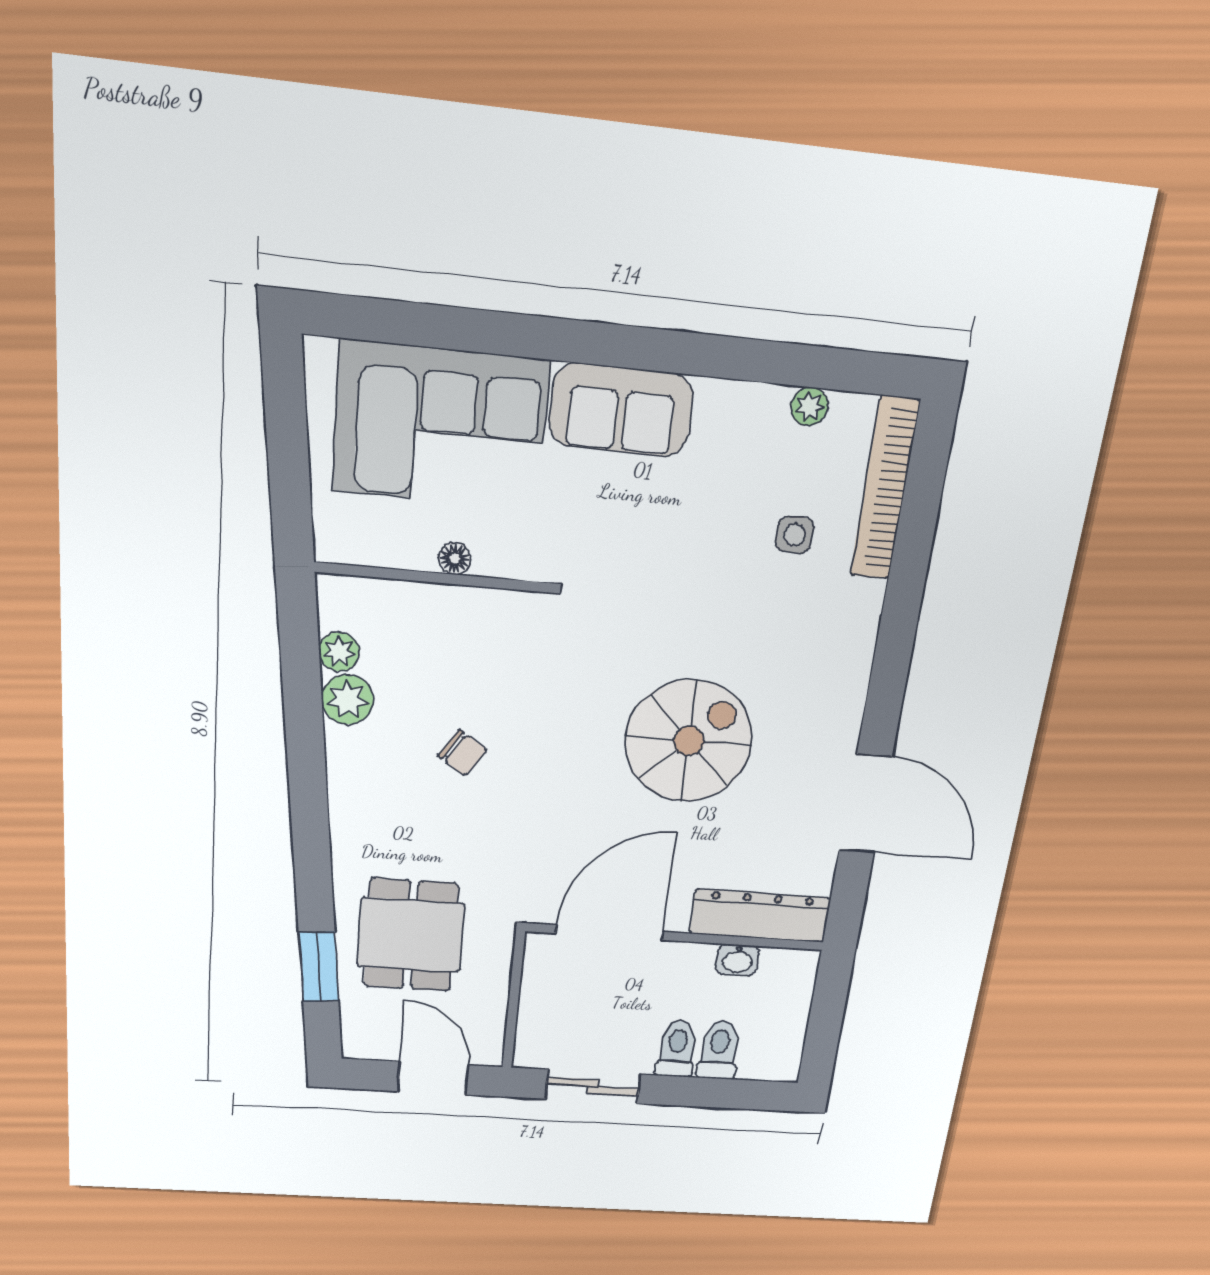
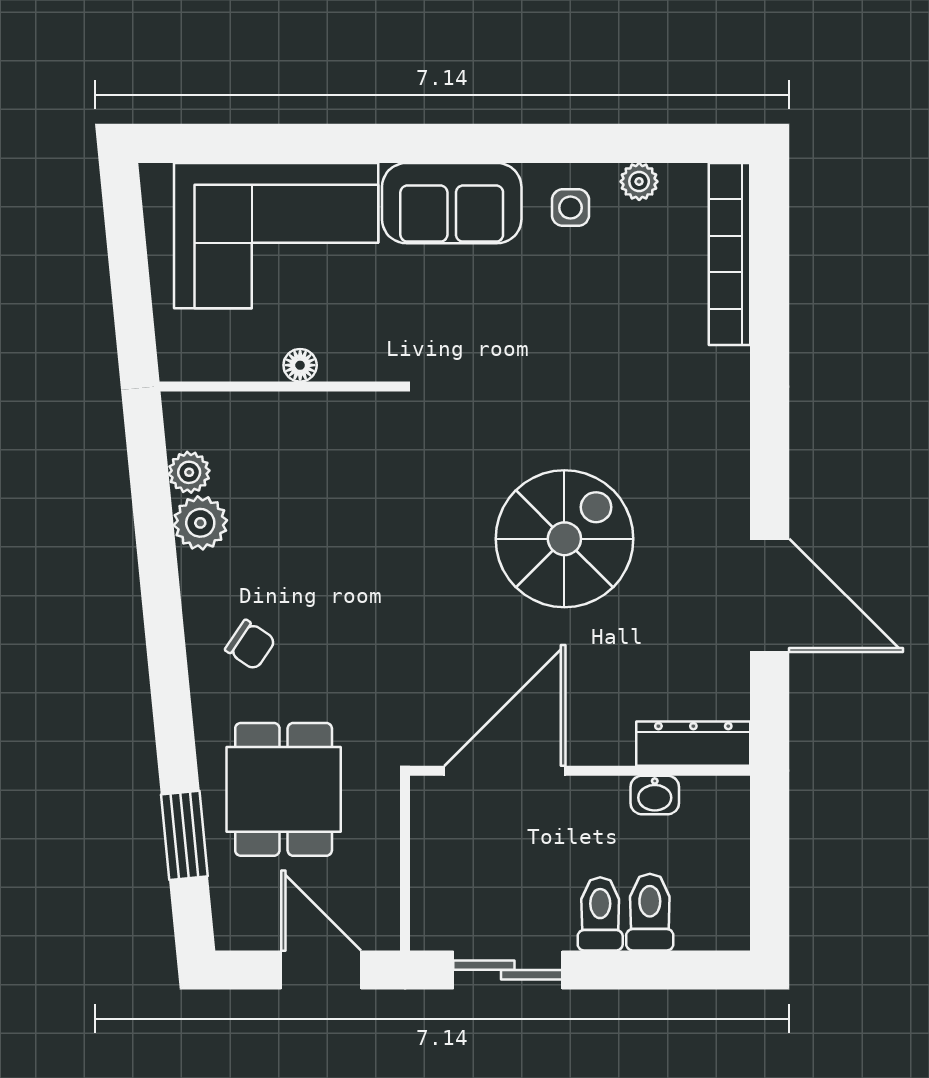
side table: (795, 535) -> (570, 208), moved
chair: (463, 753) -> (250, 645), moved
dresser: (760, 916) -> (693, 744), width x0.73, depth x0.80

